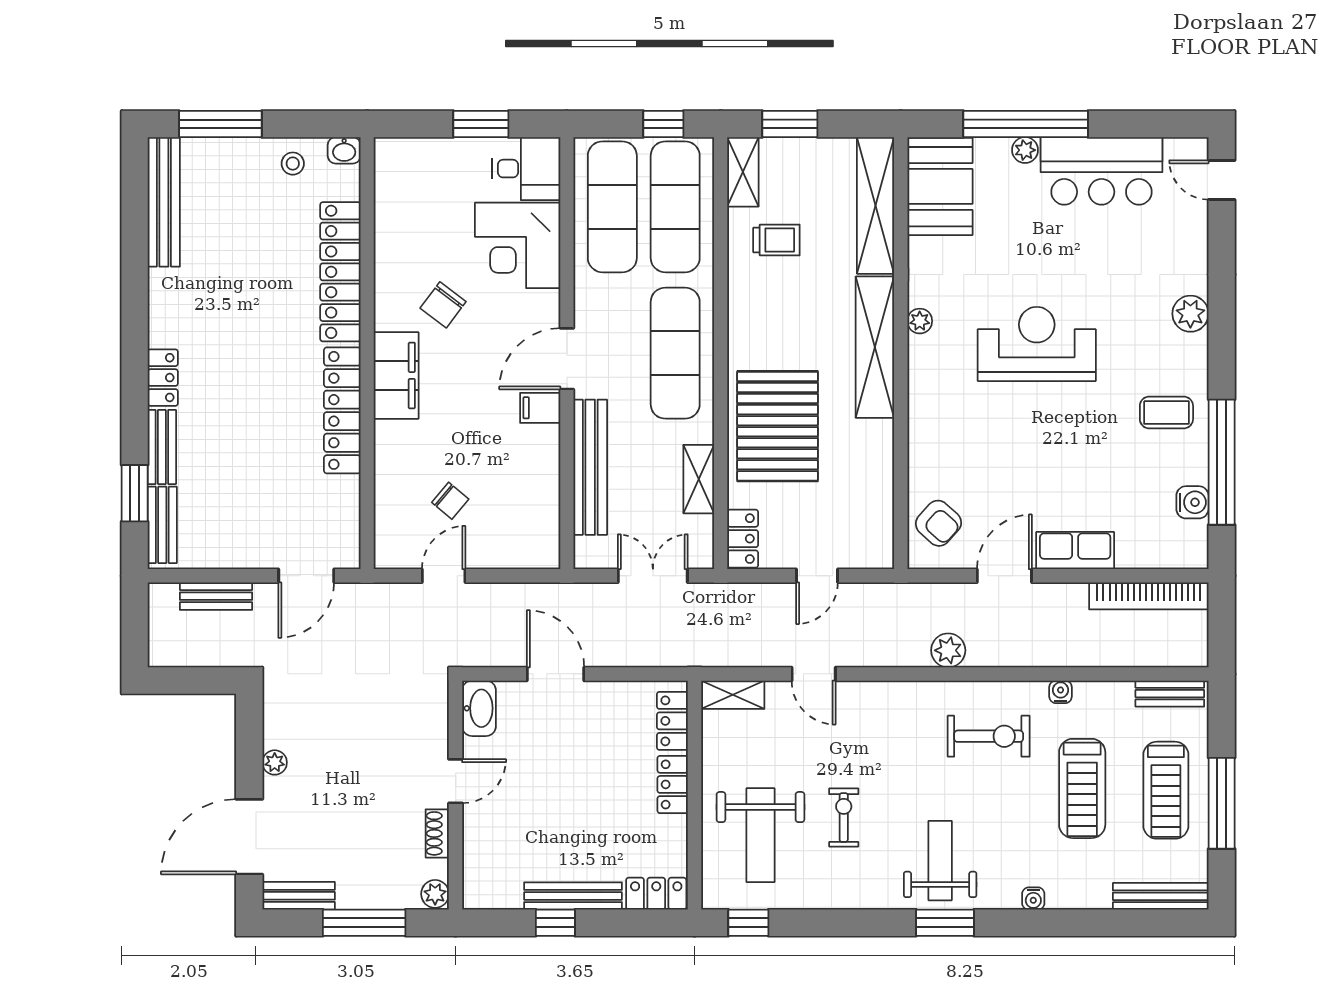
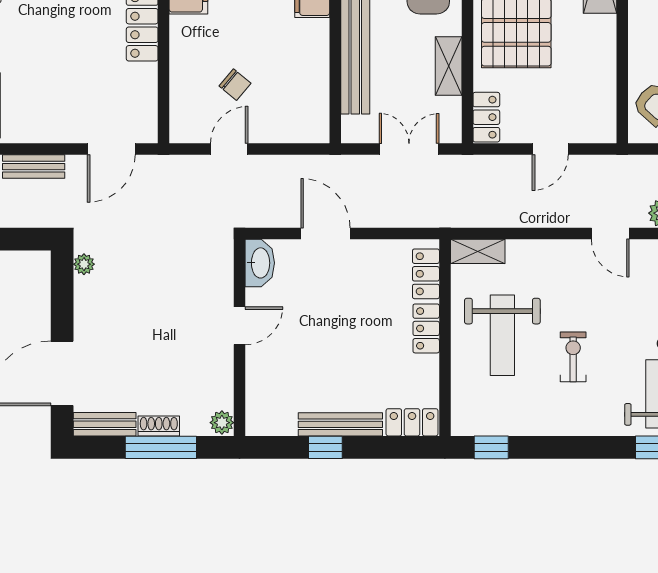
door: (814, 674) -> (610, 233), moved
plant: (275, 762) -> (84, 264), moved
shoe rack: (437, 833) -> (159, 426), moved, turned 90
weight bench: (760, 835) -> (502, 335), moved

